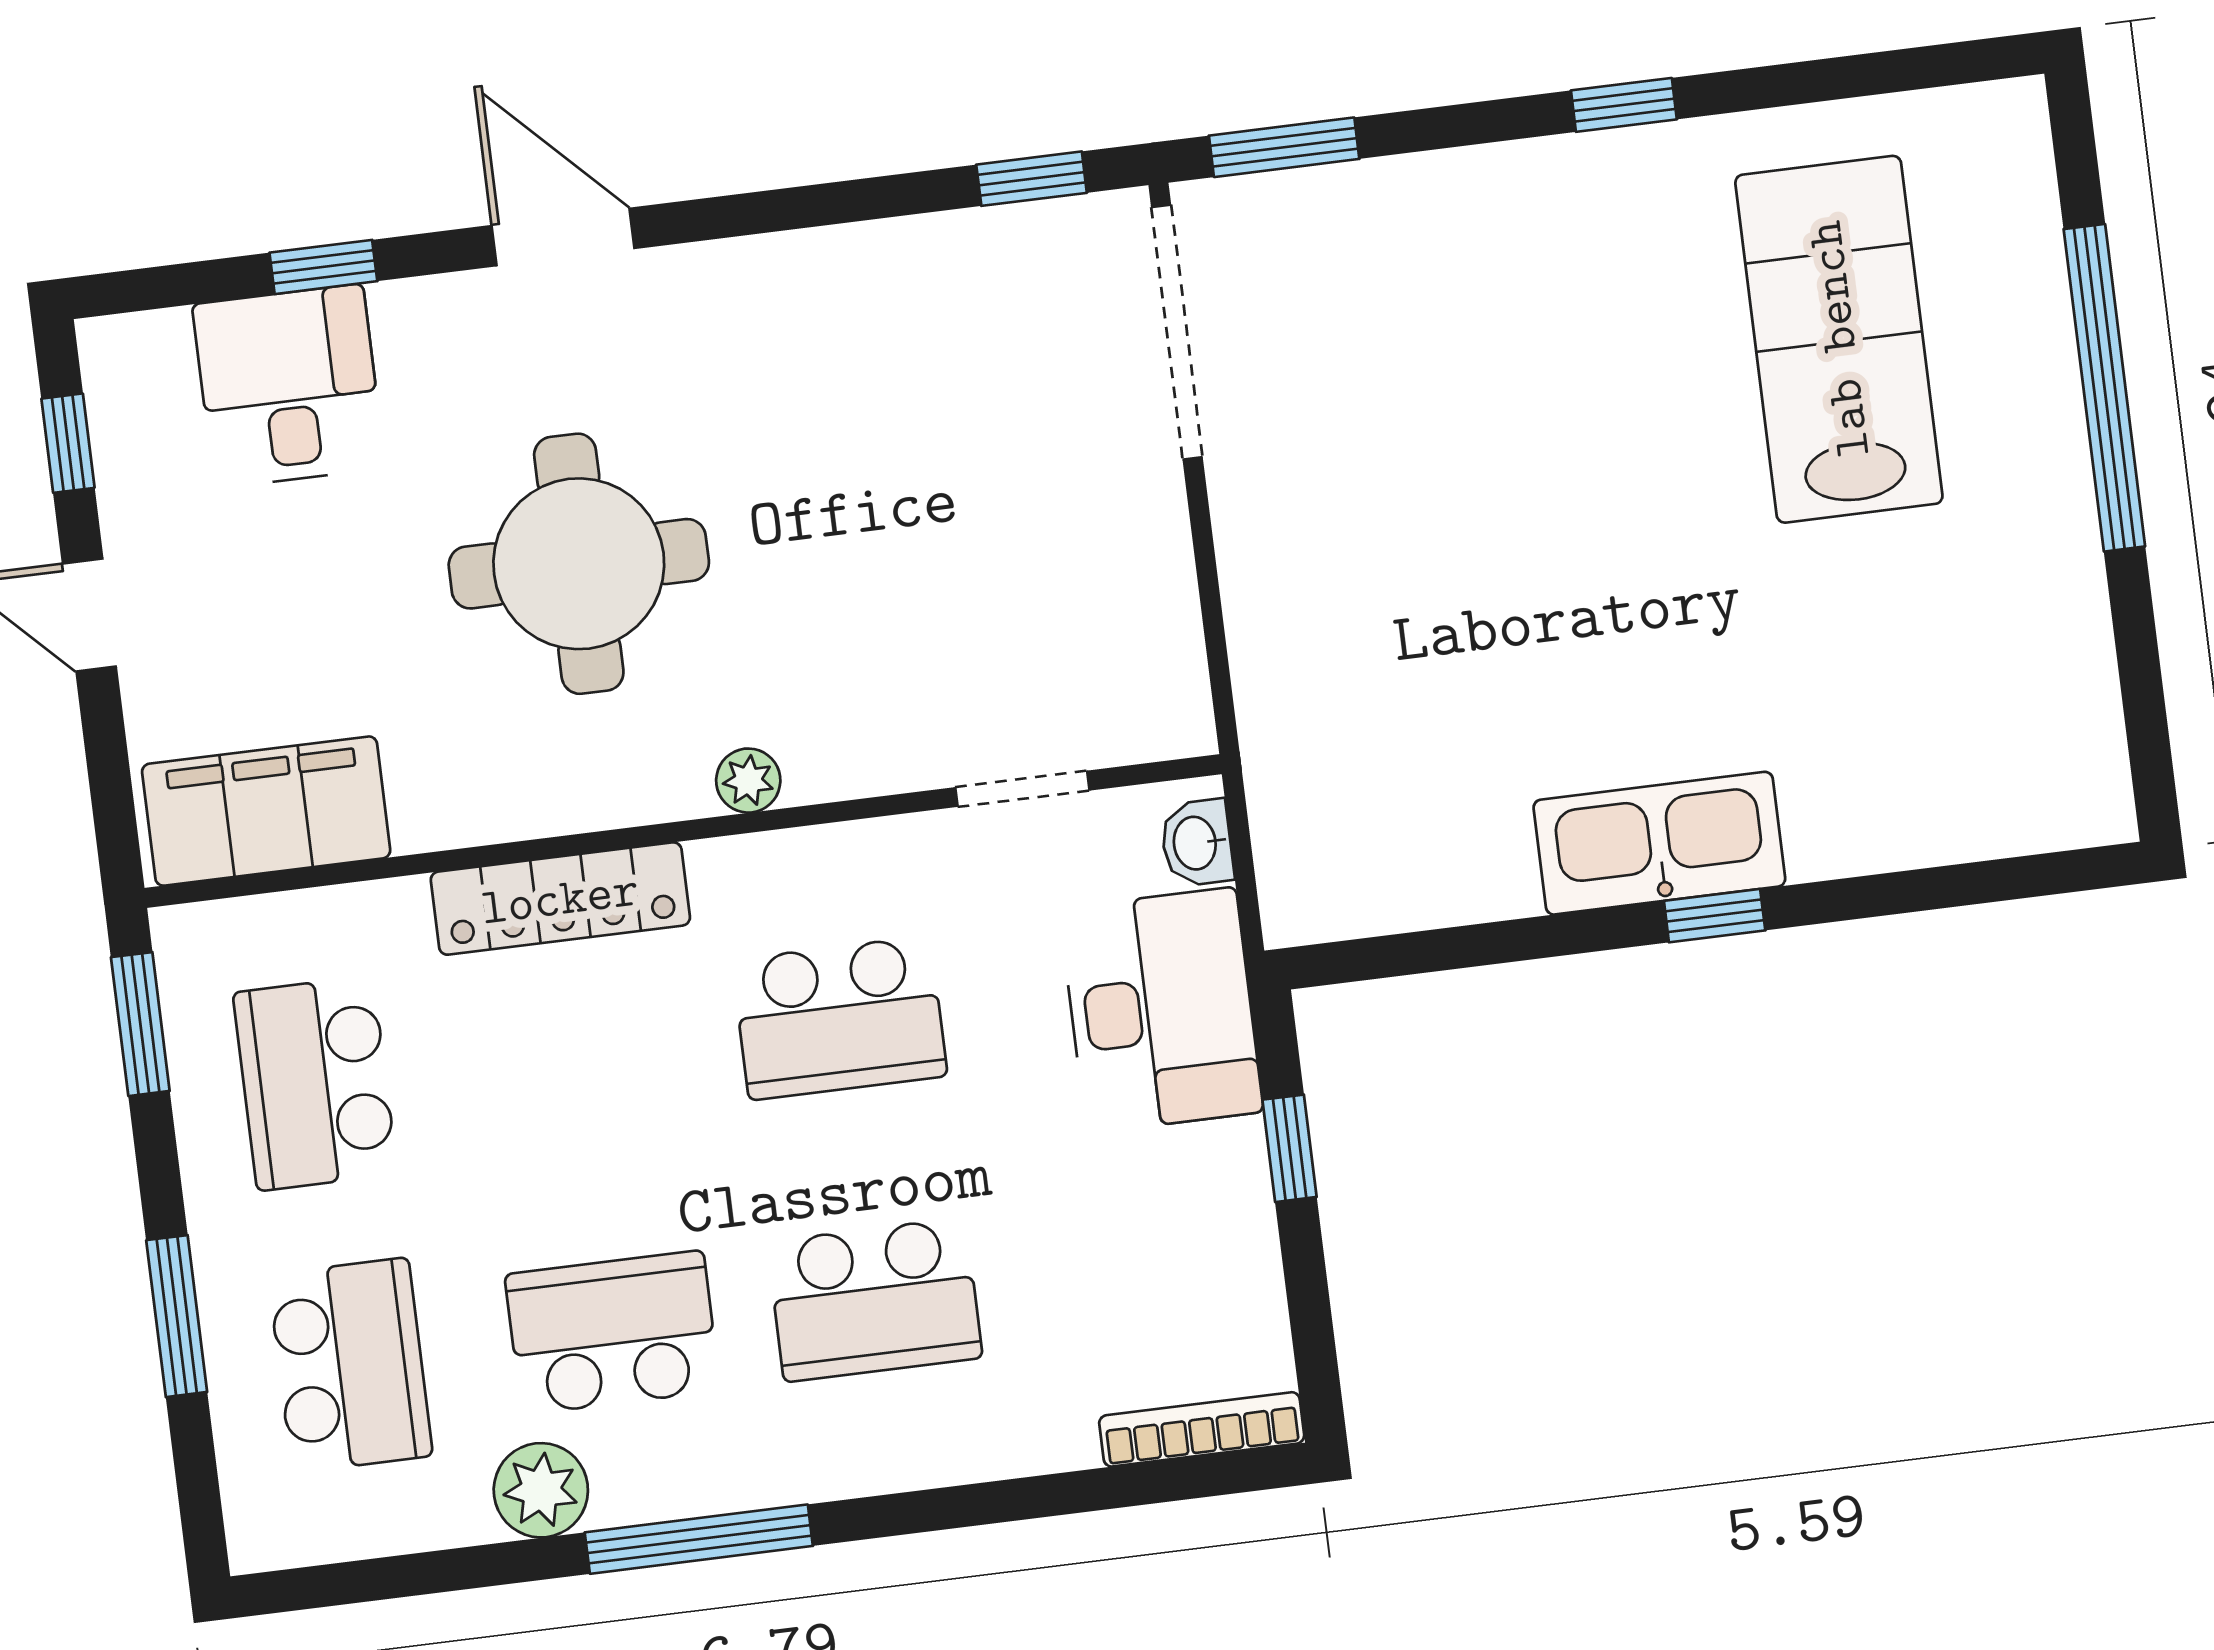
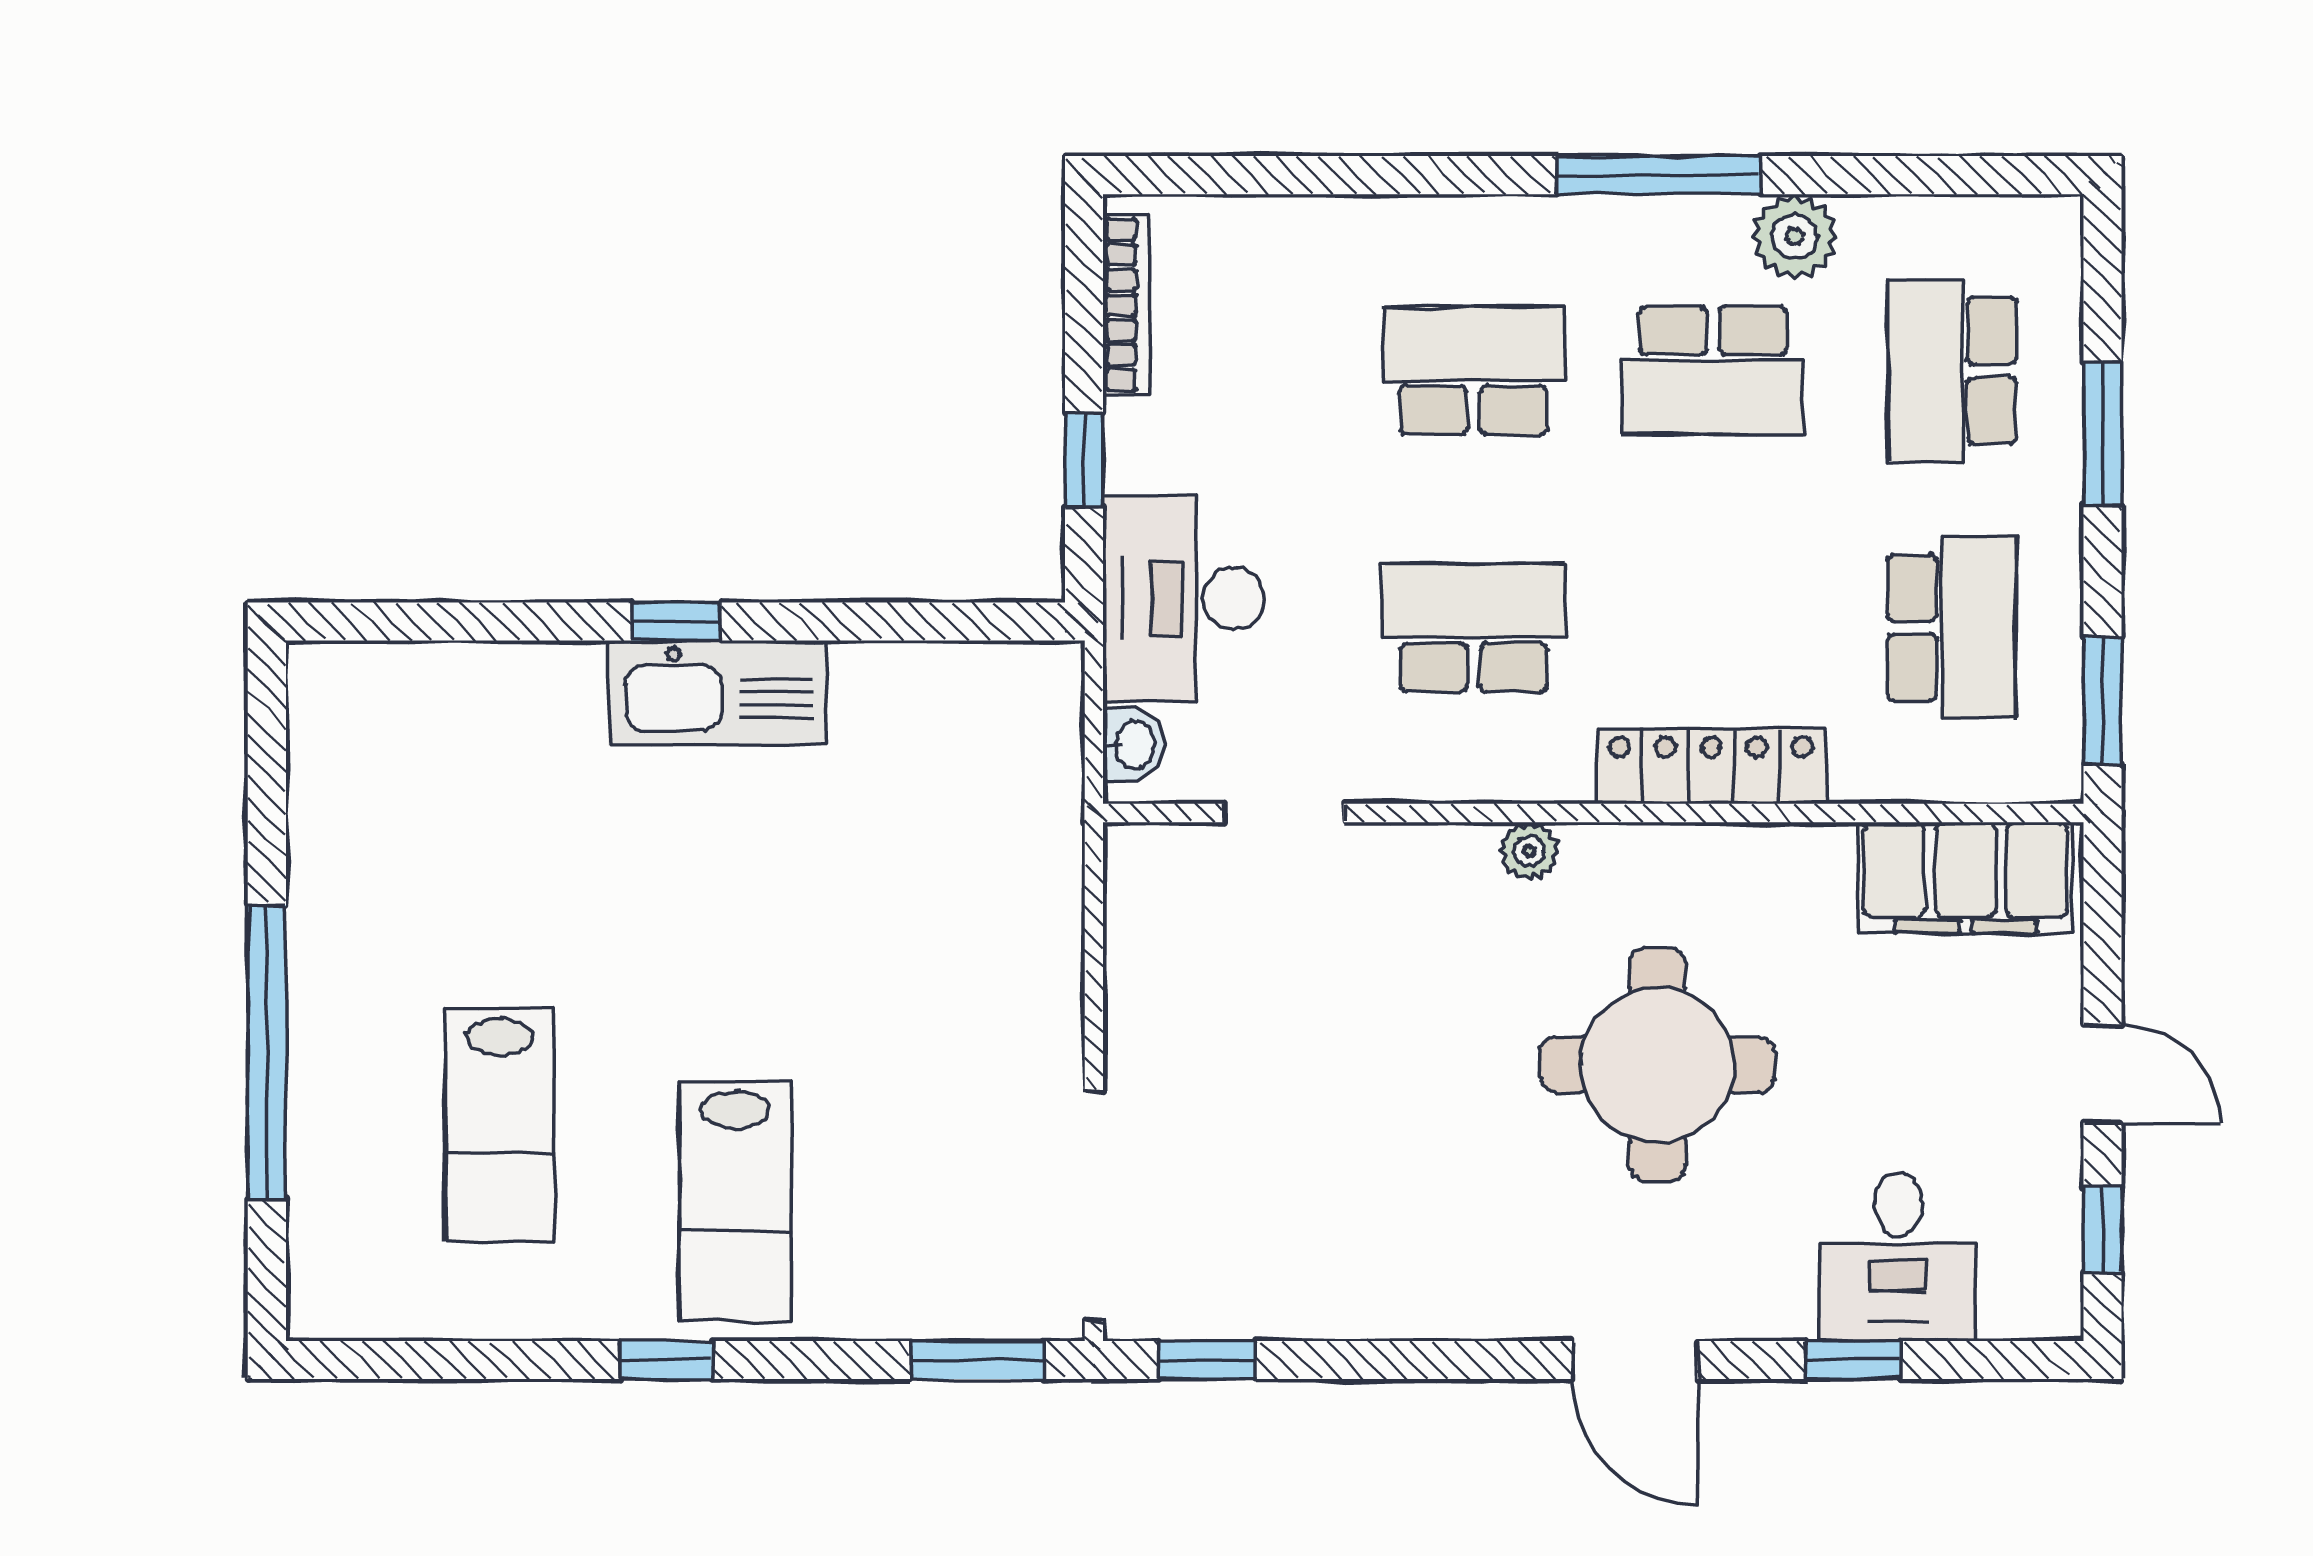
lab bench: (1571, 288) -> (735, 1201), added
lab bench: (1839, 339) -> (500, 1125), width x0.73, depth x0.72
bookcase: (1202, 1429) -> (1126, 305), moved, turned -90

